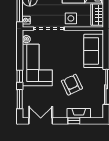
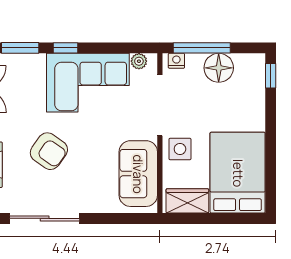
sofa: (94, 51) -> (138, 174), moved, turned -90
armchair: (72, 85) -> (49, 151), turned 60

